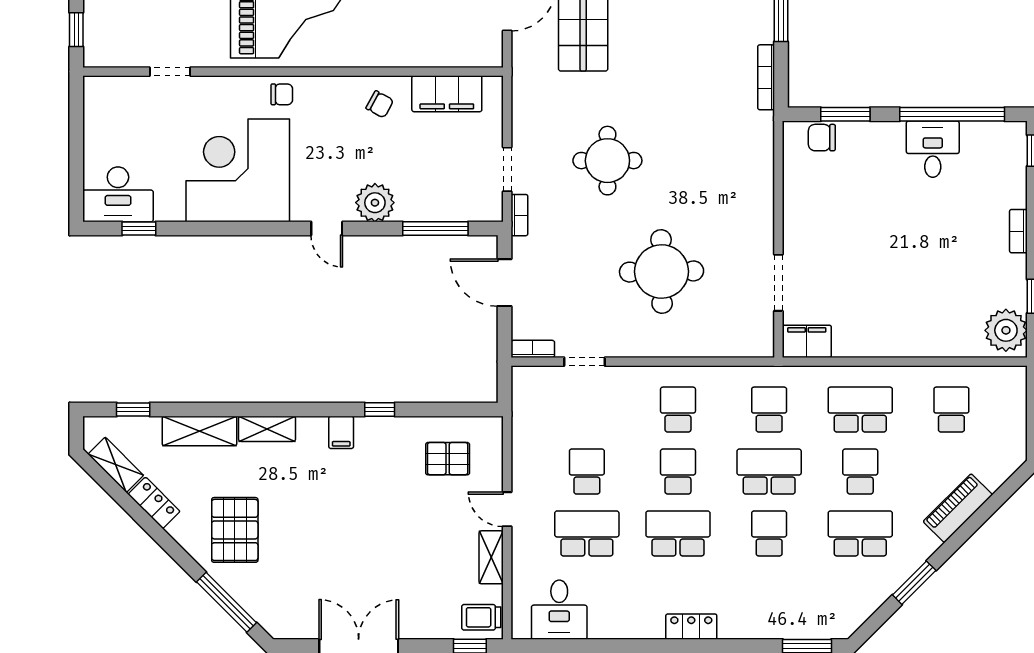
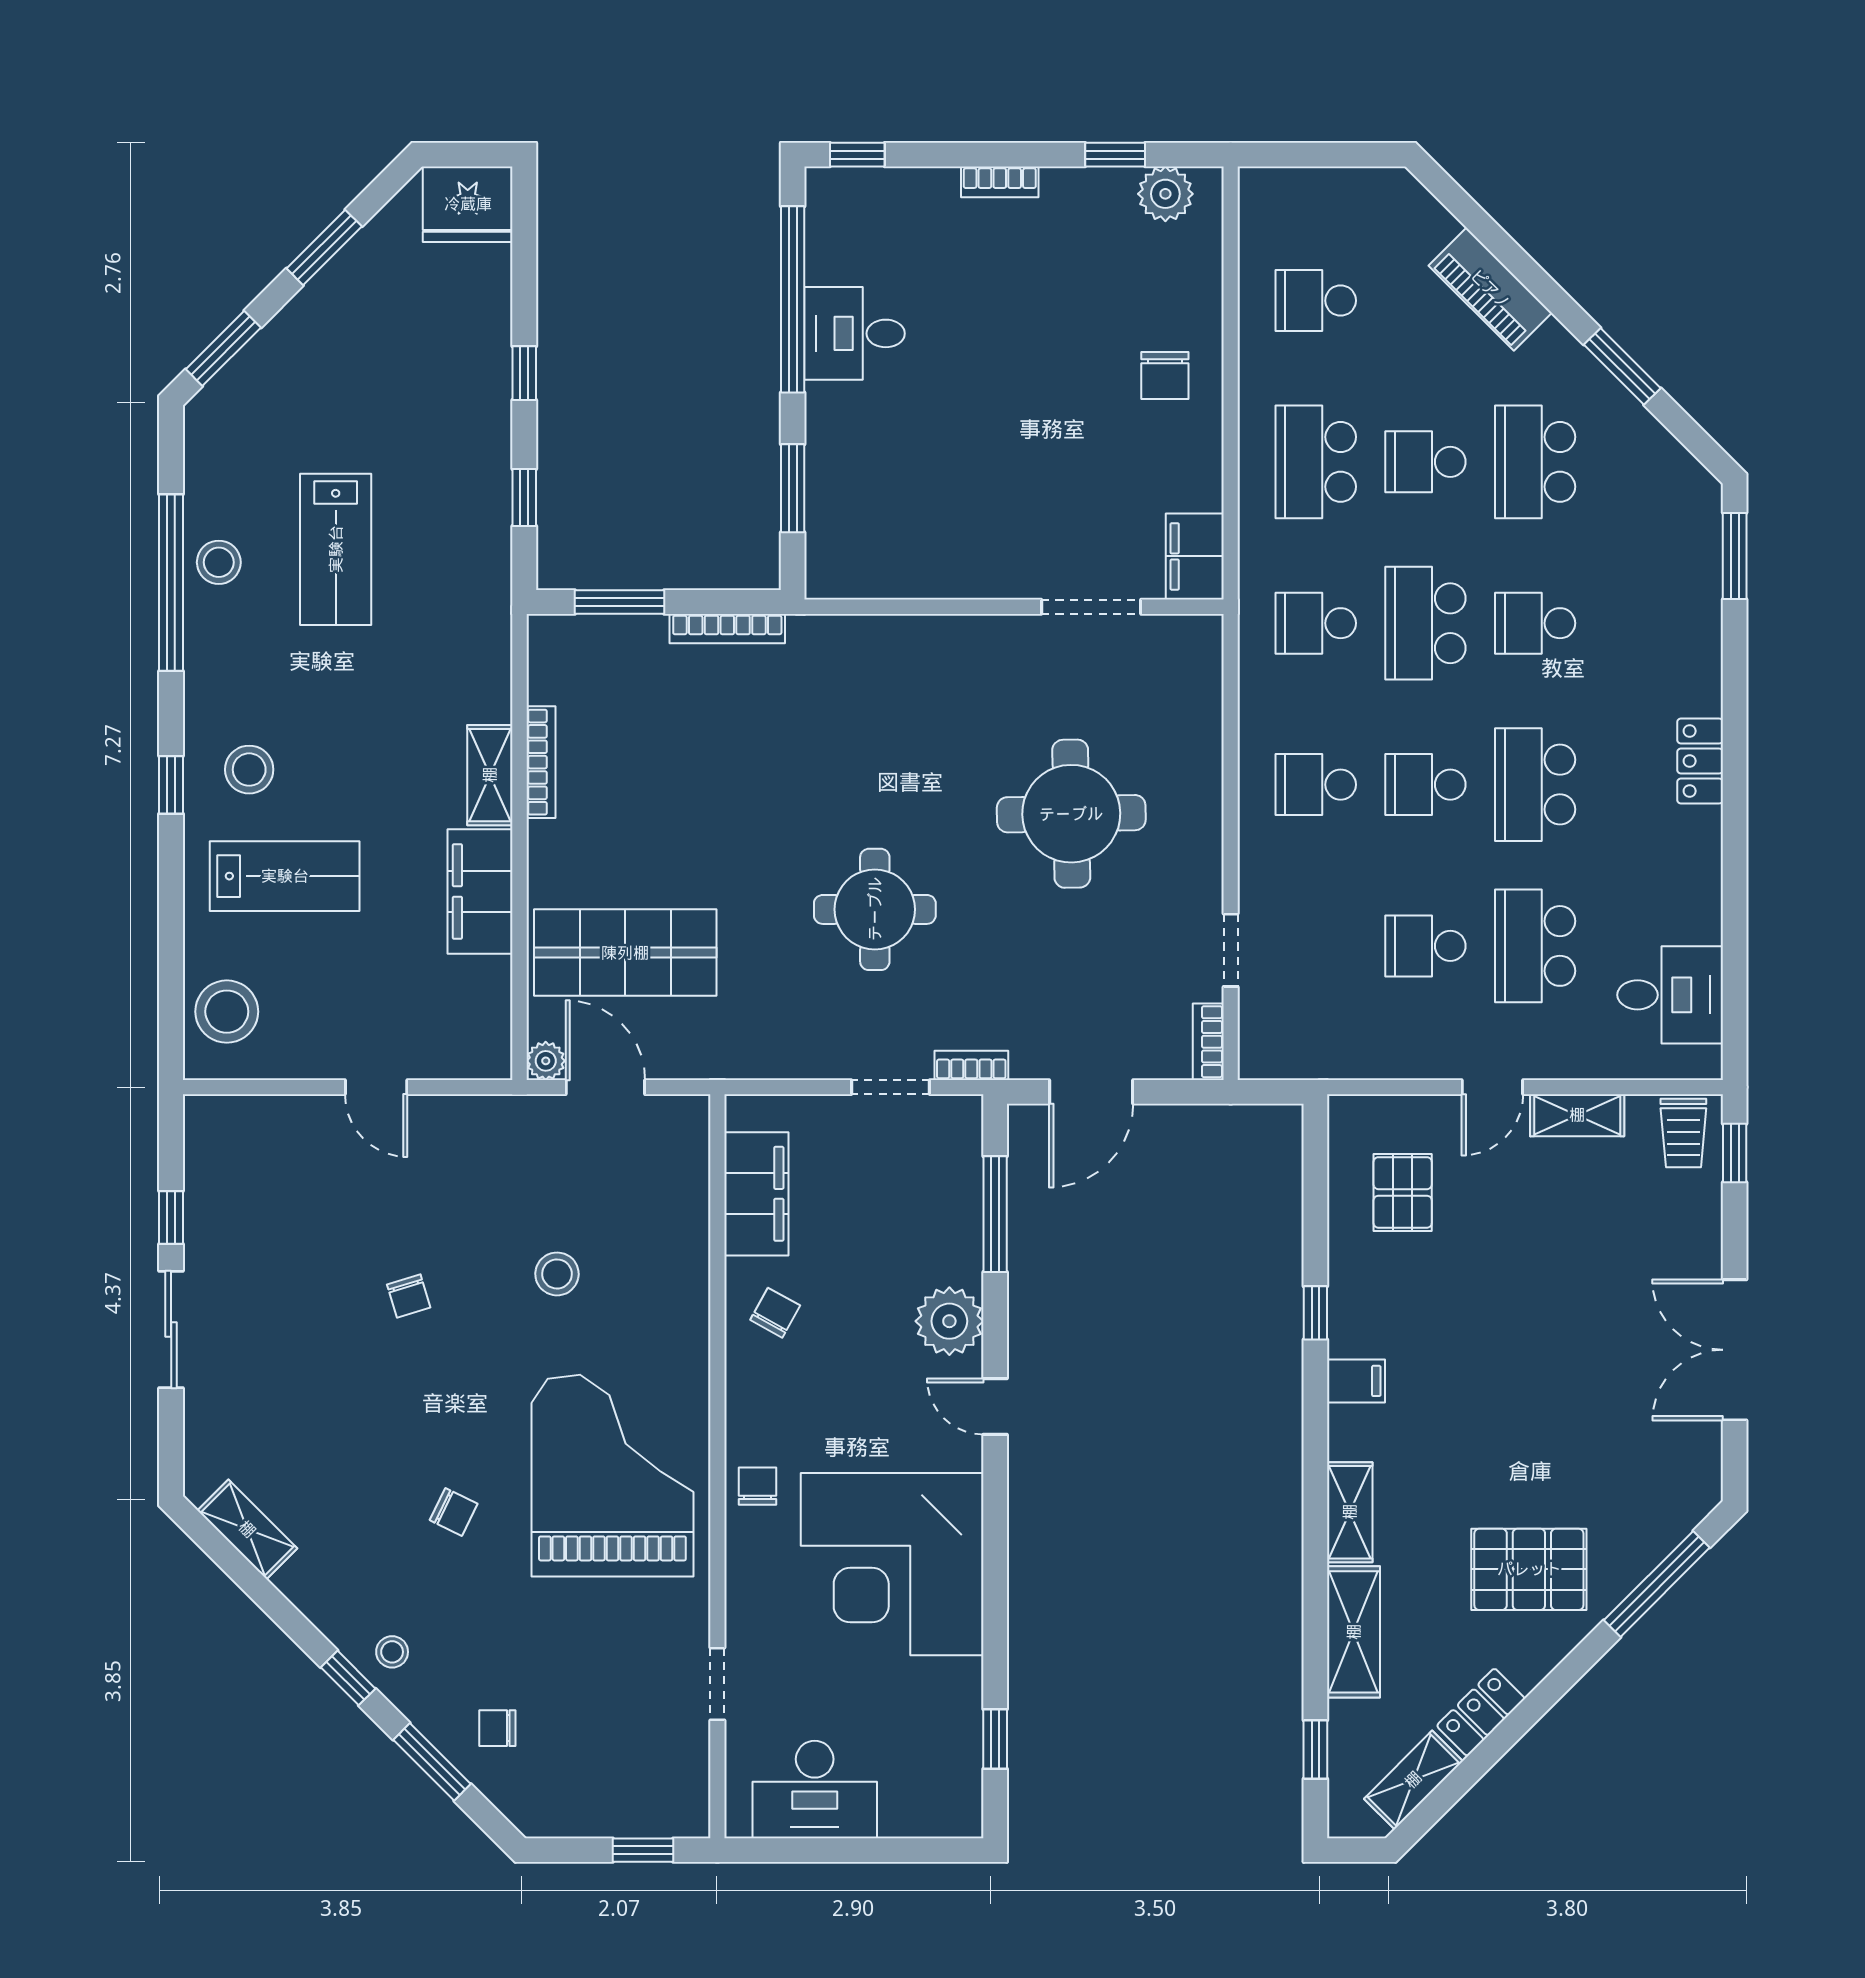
chair: (822, 138) -> (1165, 375), moved
desk: (118, 194) -> (815, 1789), moved, turned 90
door: (327, 229) -> (995, 1406), swing flipped
plant: (1006, 330) -> (1165, 194), width x0.73, depth x0.73

